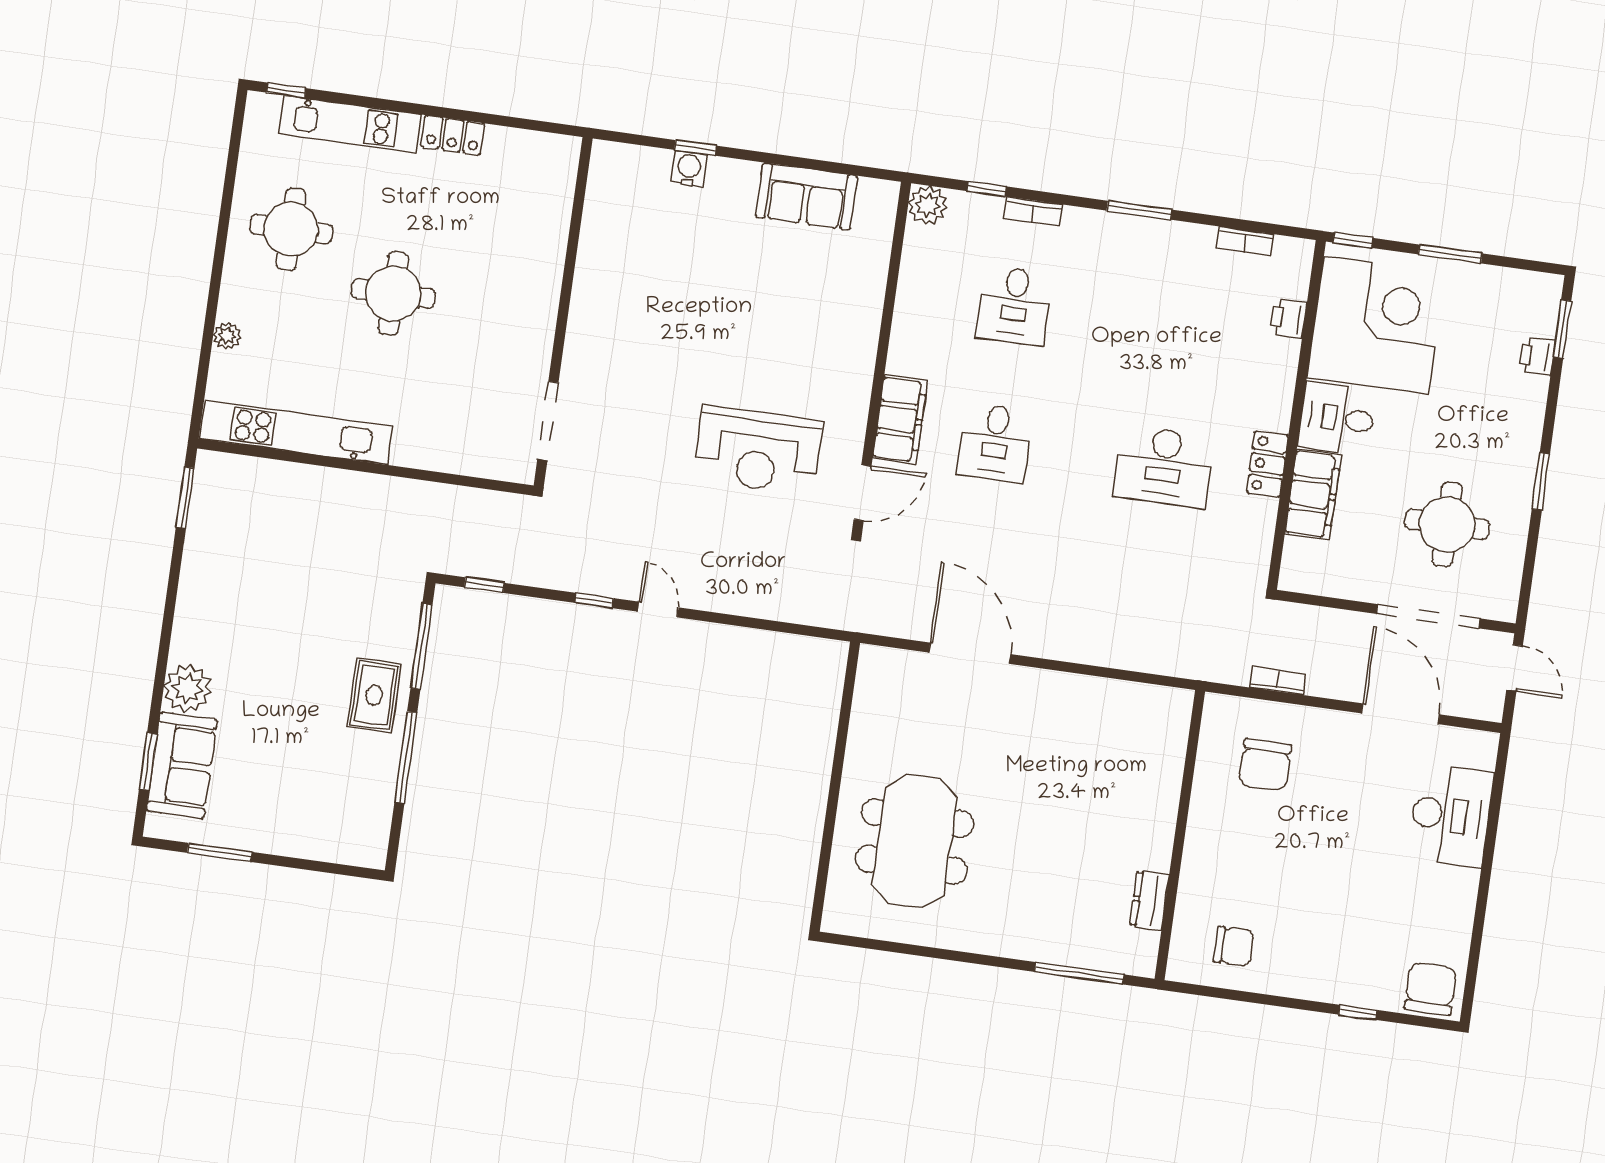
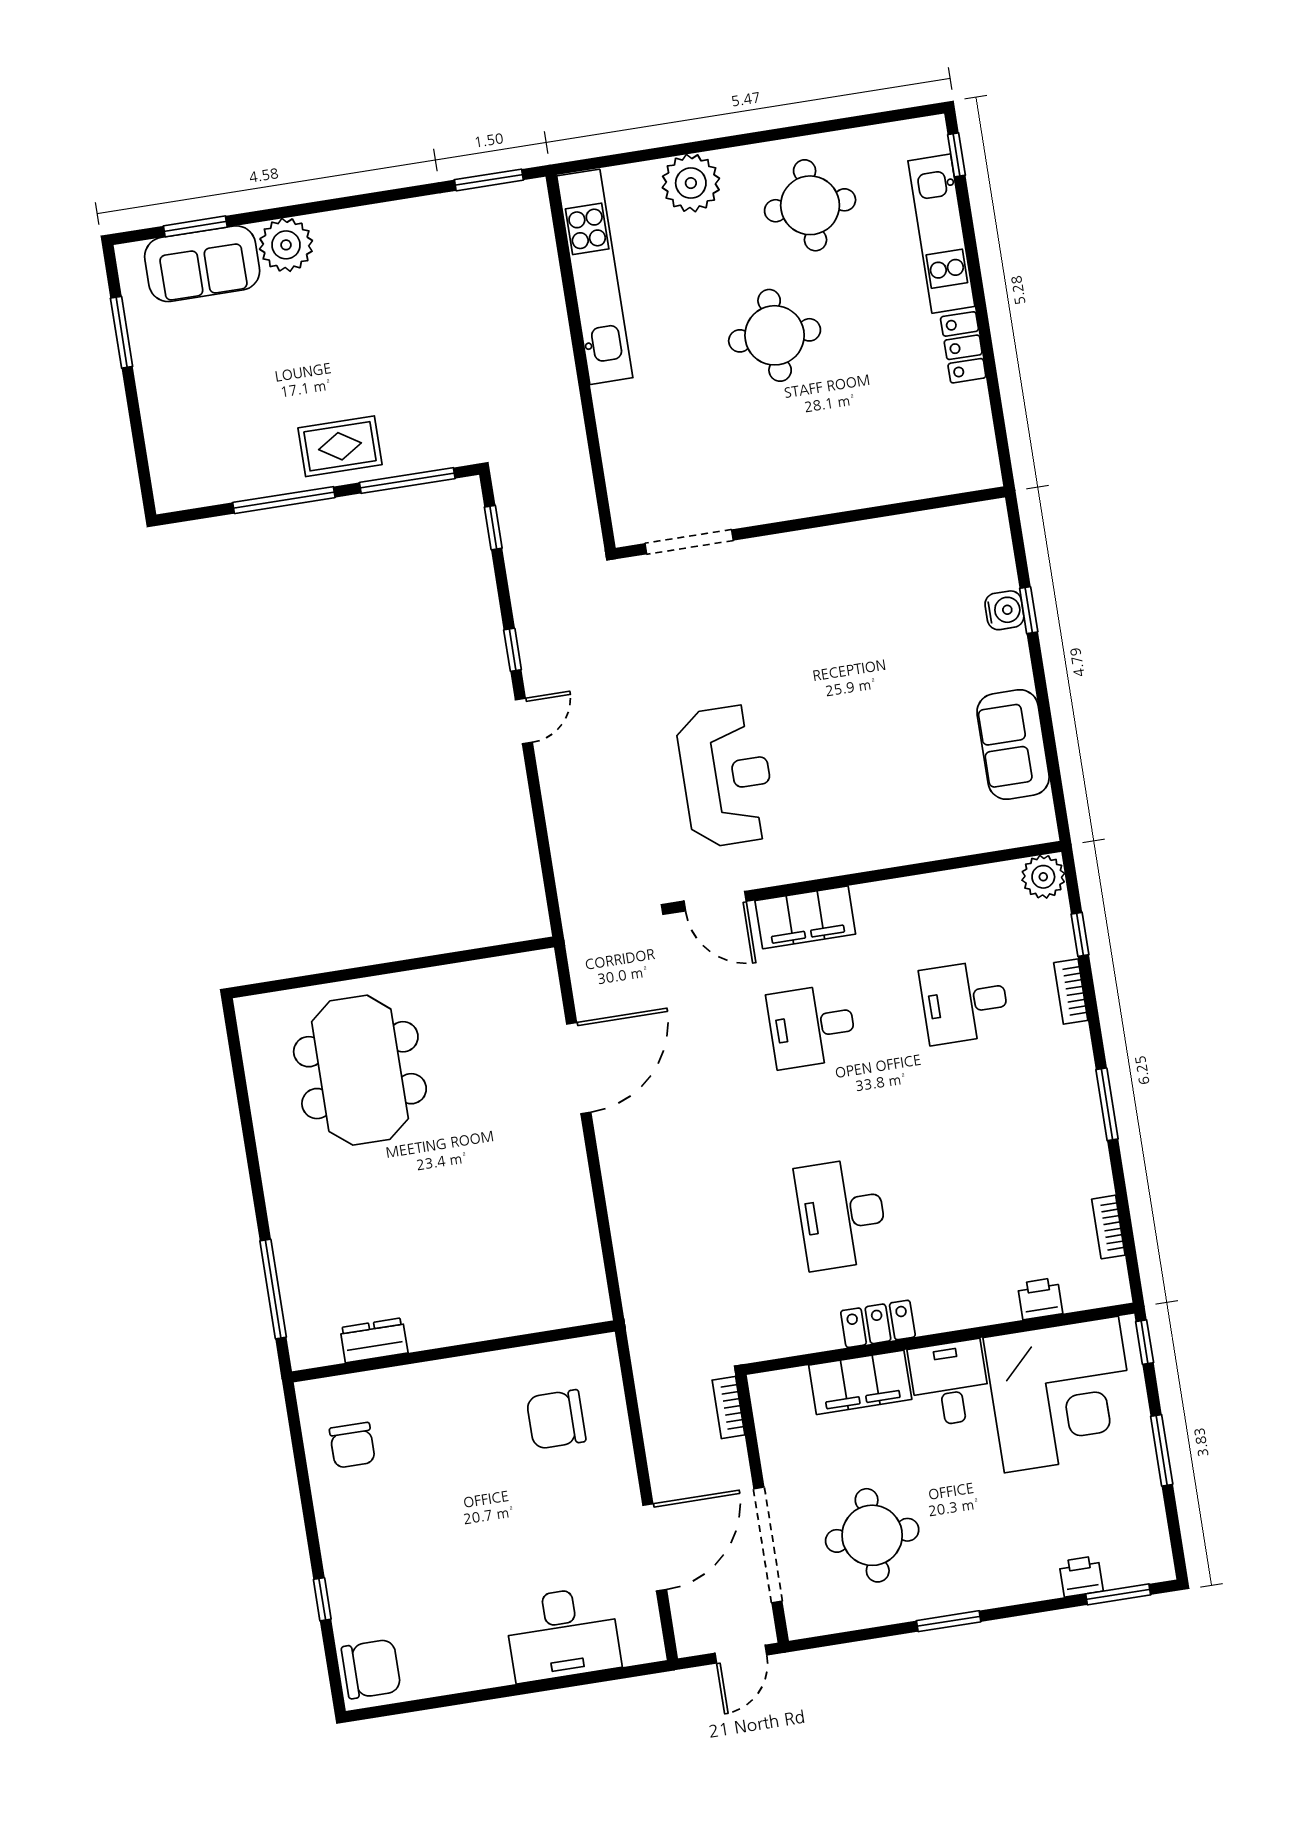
plant: (227, 336) -> (691, 183), width x1.88, depth x1.88
reception desk: (758, 450) -> (726, 776), turned 180
bookcase: (1278, 681) -> (728, 1407), moved, turned 180
meeting table: (914, 841) -> (360, 1070), turned 90

